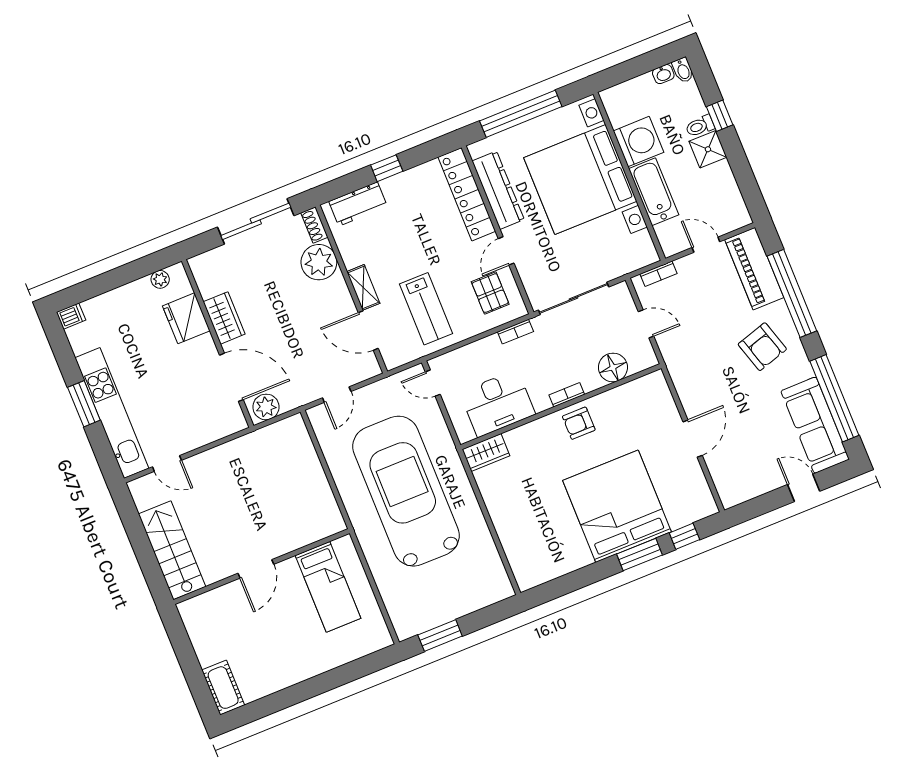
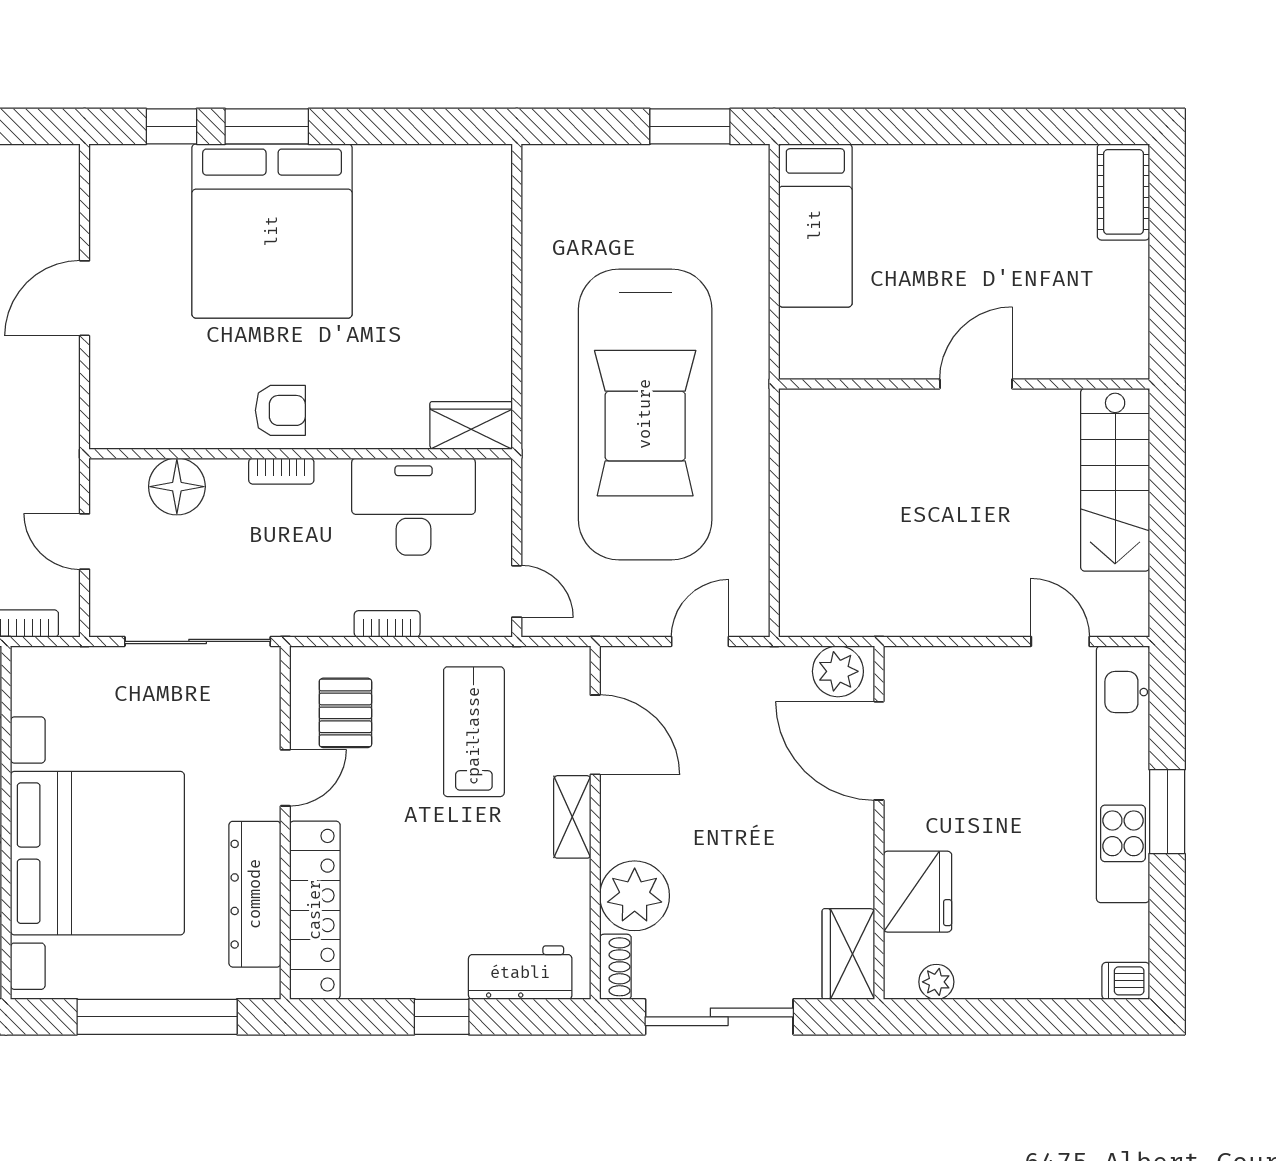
wardrobe: (224, 318) -> (848, 954), moved
bookcase: (515, 332) -> (387, 624), moved
bed: (328, 587) -> (815, 225), moved, turned 180

